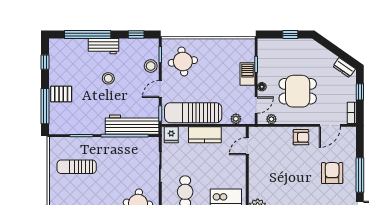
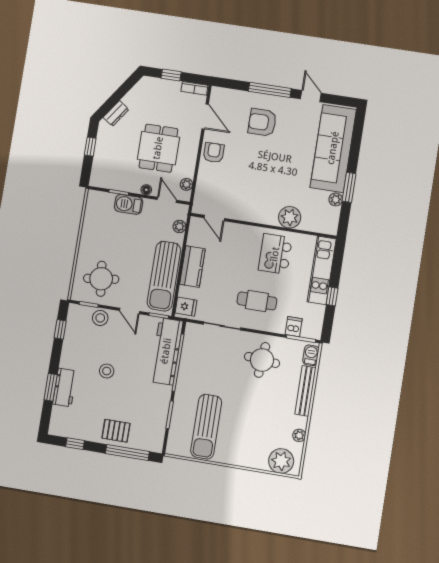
window: (88, 35) -> (51, 387), width x0.47
workbench: (103, 46) -> (65, 387), moved
dresser: (344, 68) -> (116, 113), moved
pallet: (61, 94) -> (116, 431), turned 90
sun lounger: (77, 167) -> (206, 427), width x1.36, depth x1.34

